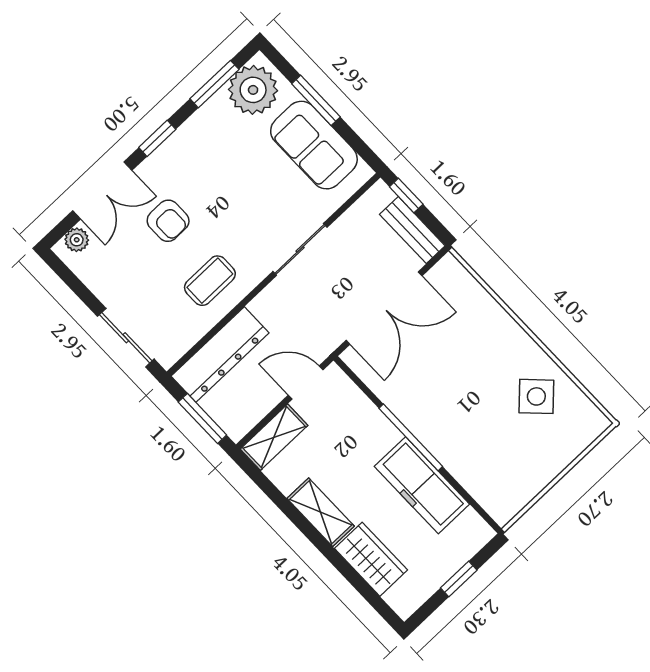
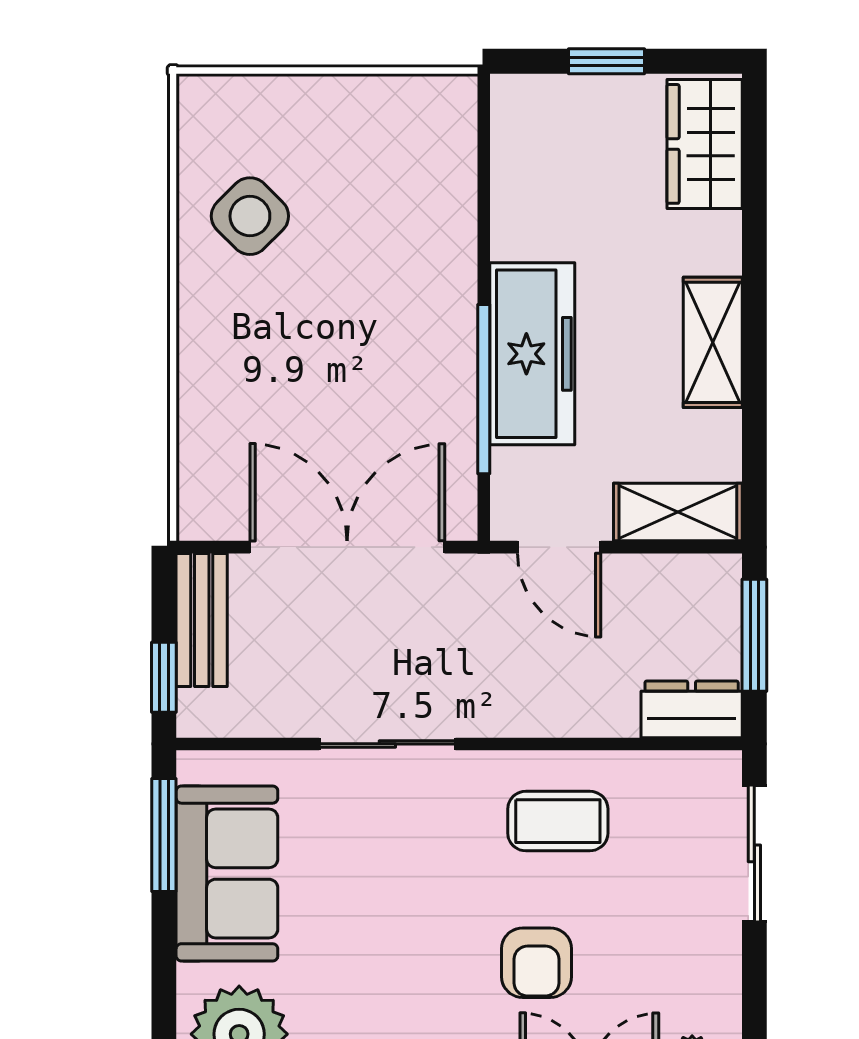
window: (316, 100) -> (164, 835), moved
armchair: (168, 221) -> (536, 963), turned 180
dresser: (220, 354) -> (692, 709), width x0.51, depth x0.80
window: (411, 437) -> (484, 389), moved
freezer: (422, 485) -> (532, 354), moved
wardrobe: (371, 559) -> (705, 144), moved

